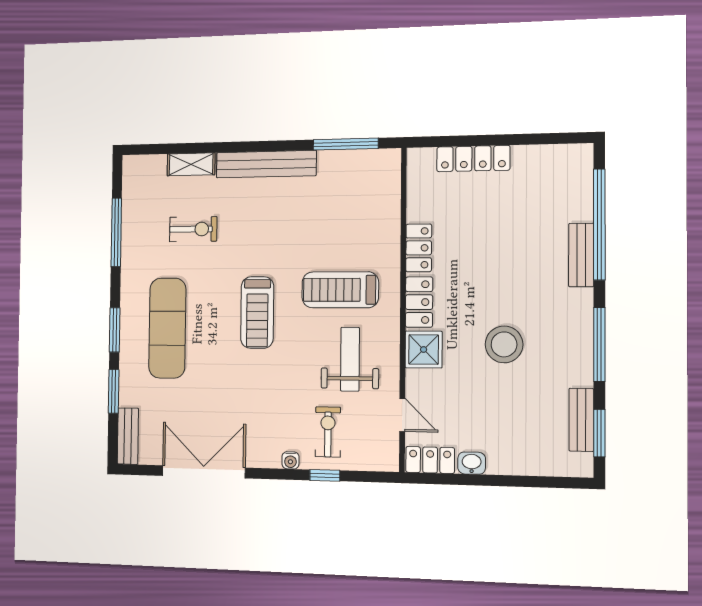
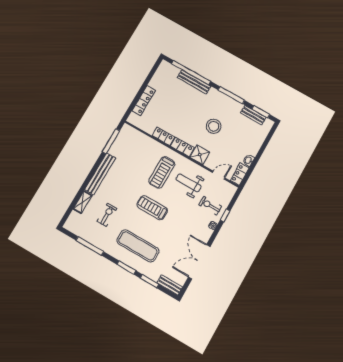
bench: (581, 255) -> (194, 82), width x1.36
treadmill: (257, 312) -> (152, 208), turned 180

